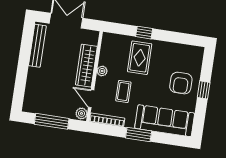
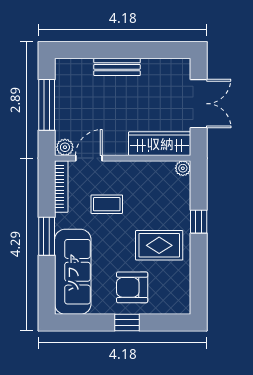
bench: (37, 46) -> (117, 67), moved, width x0.73
rug: (140, 58) -> (159, 245), moved
wardrobe: (86, 66) -> (160, 144), moved
plant: (102, 71) -> (183, 168), moved

